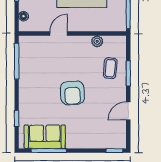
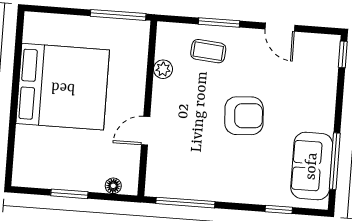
door: (59, 33) -> (146, 131), hinge flipped

